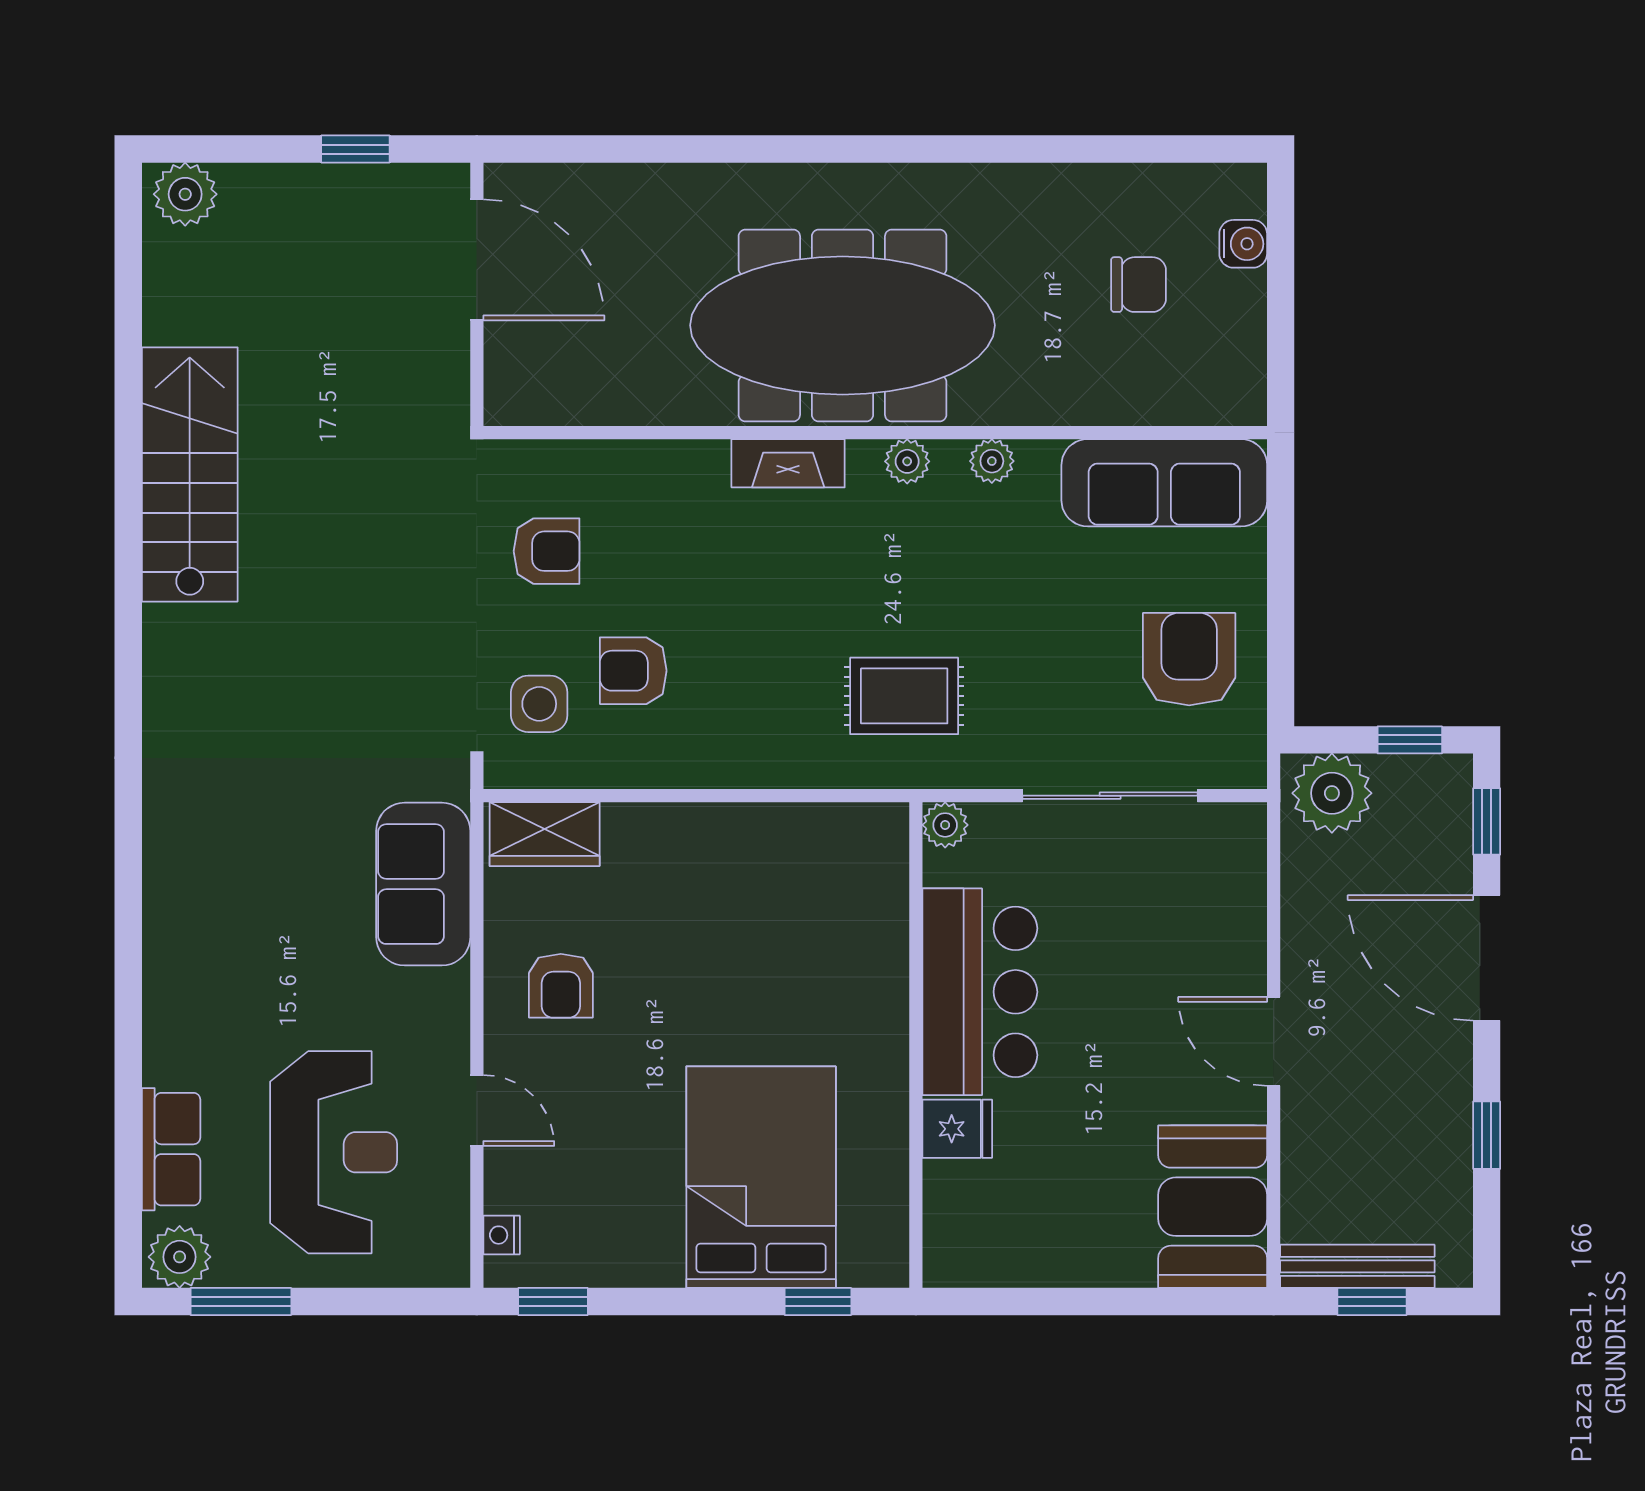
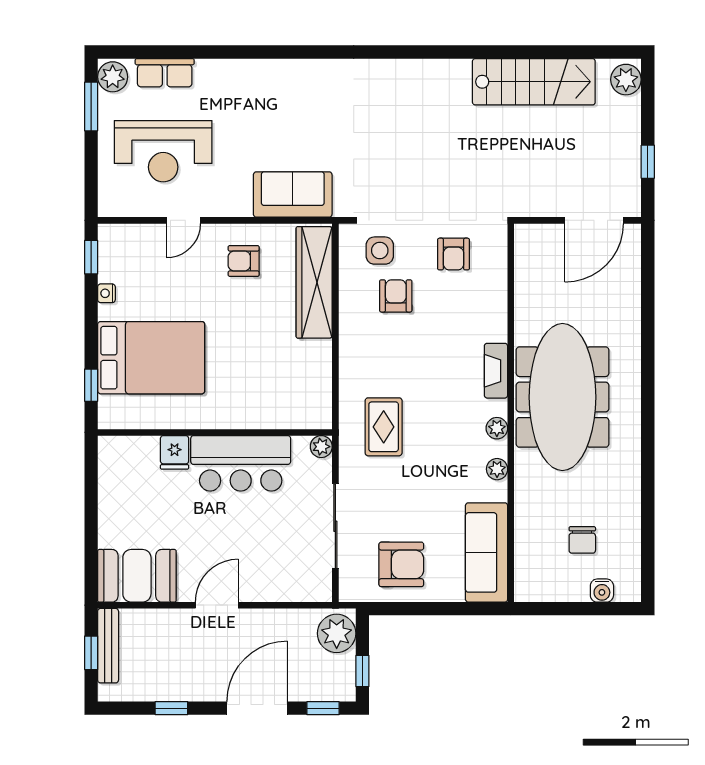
stairs: (190, 474) -> (534, 82), moved
wardrobe: (545, 834) -> (314, 282), width x2.10, depth x1.17
nightstand: (502, 1235) -> (106, 293), moved, turned -90

